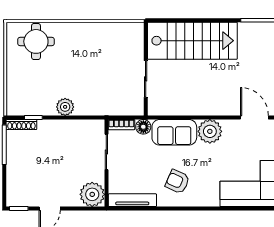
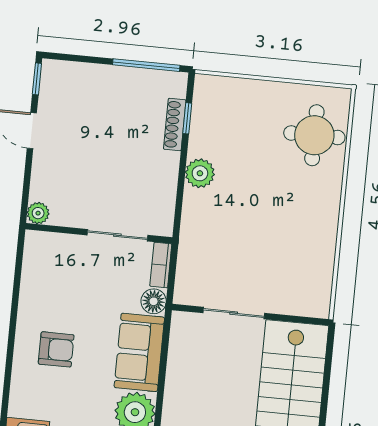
shoe rack: (21, 125) -> (175, 125), moved
armchair: (177, 182) -> (56, 349), turned 66
plant: (92, 194) -> (38, 213), width x0.53, depth x0.53
tv unit: (132, 200) -> (32, 271), removed

